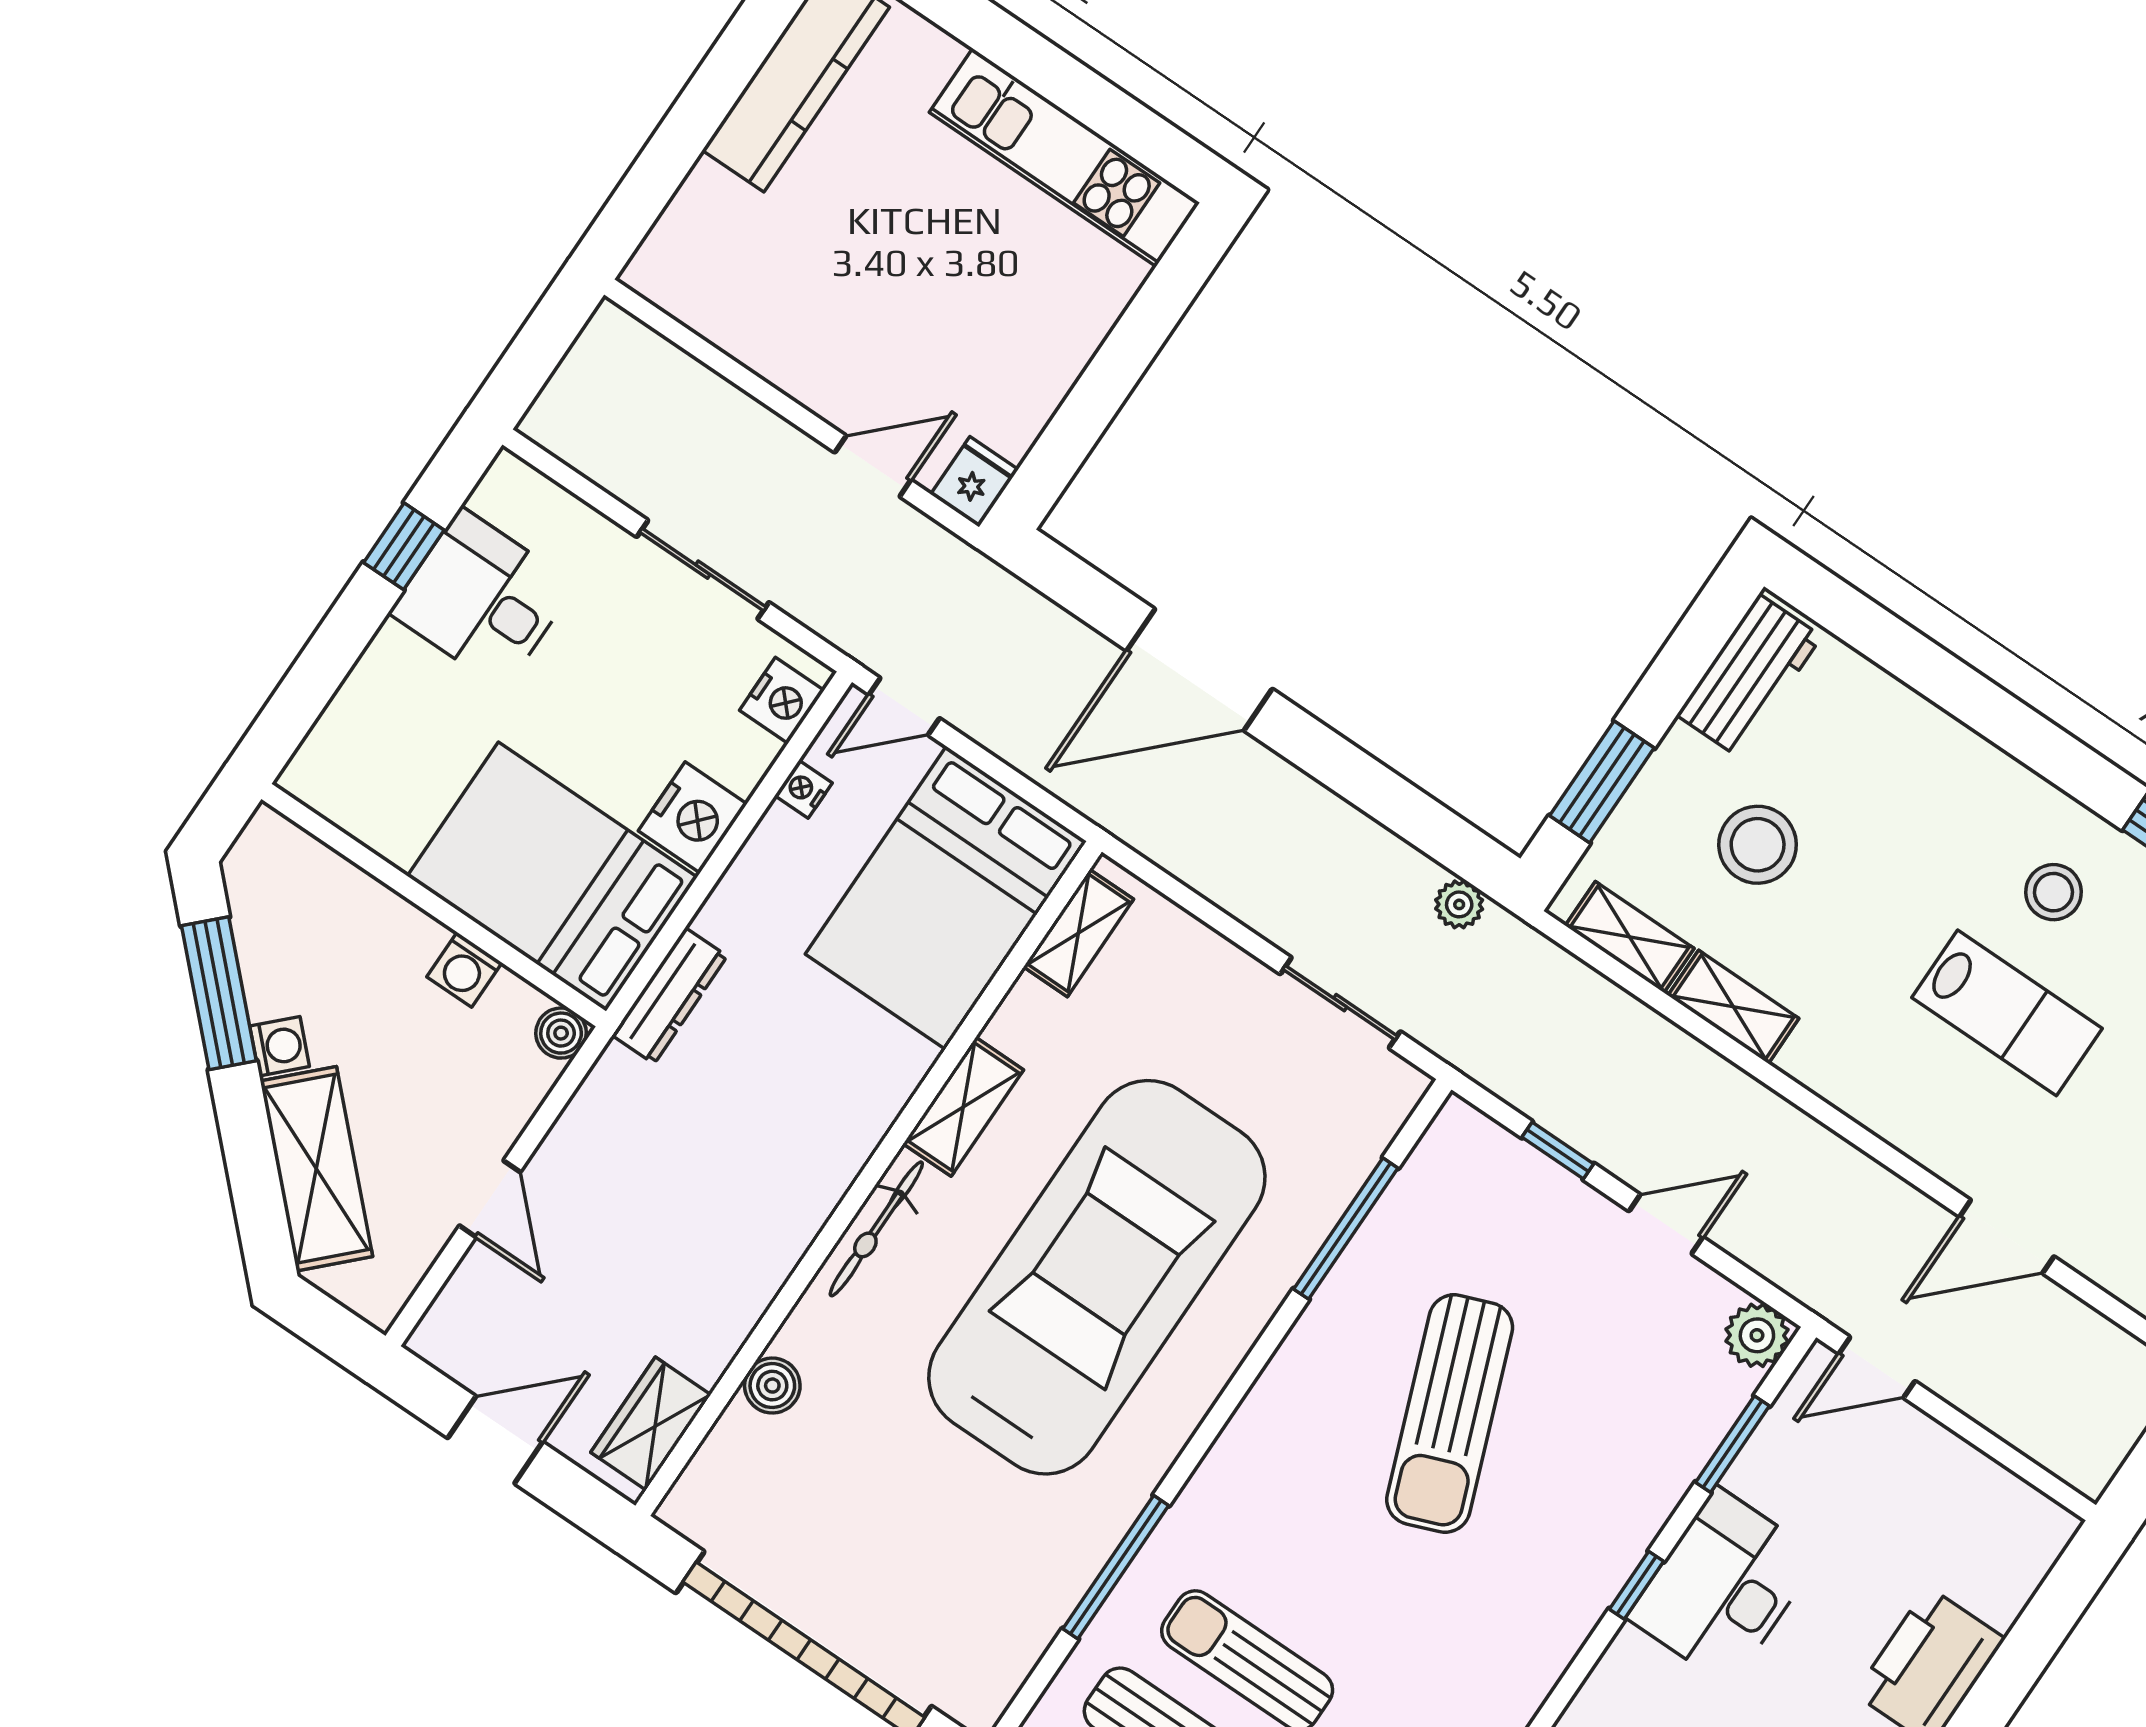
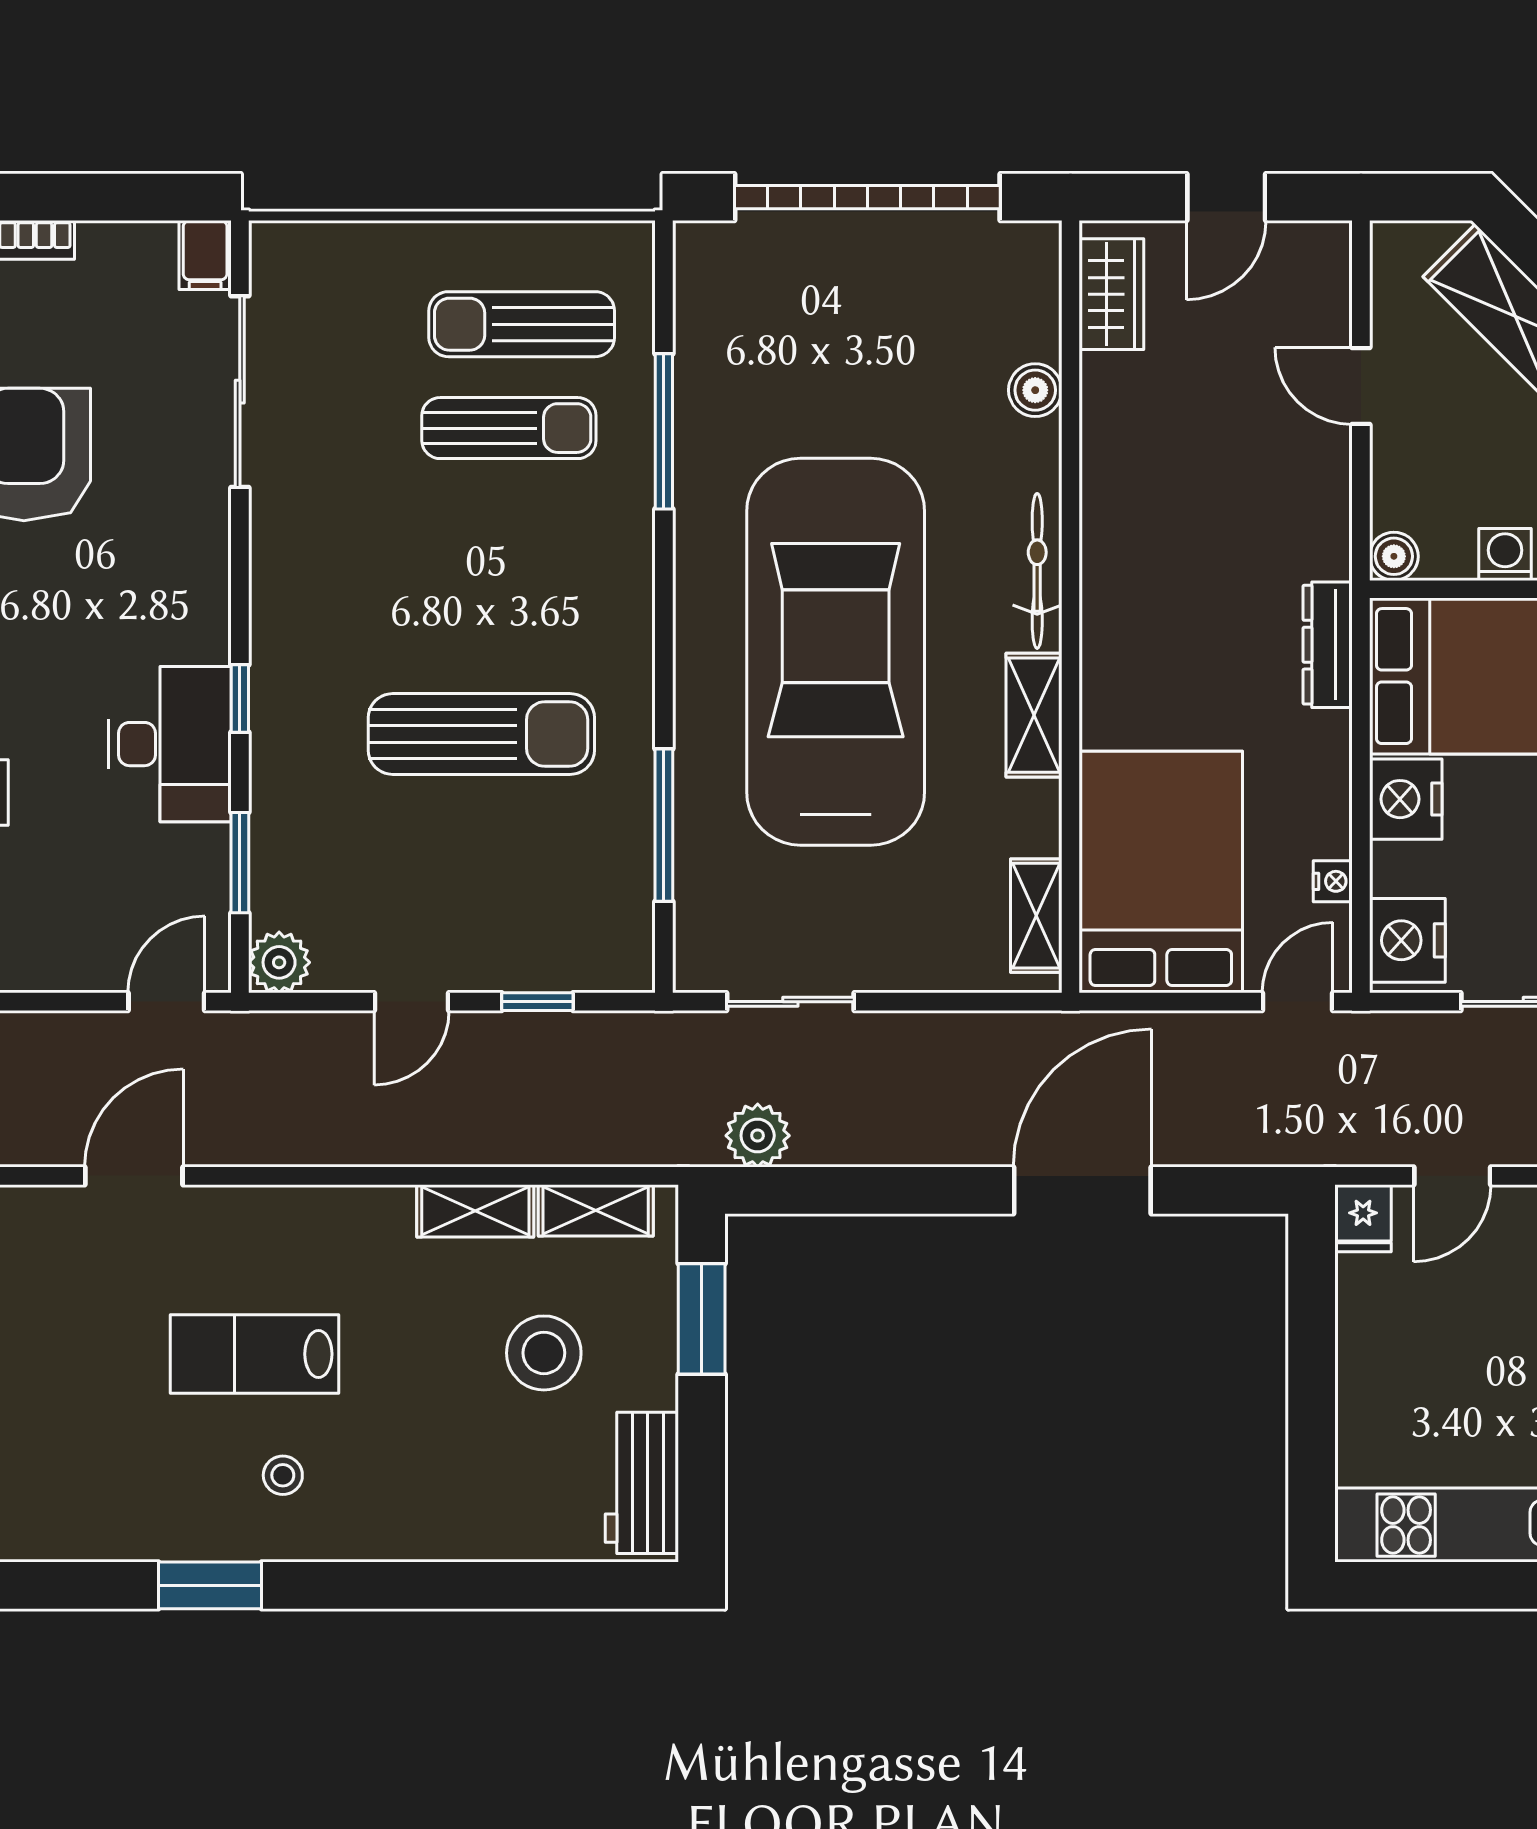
nightstand: (782, 700) -> (1407, 940), width x1.36, depth x1.33
stool: (2053, 892) -> (283, 1475), width x0.73, depth x0.73
plant: (1459, 904) -> (758, 1136), width x1.38, depth x1.38
car: (1097, 1277) -> (836, 652), turned 180
sun lounger: (1450, 1414) -> (481, 734), turned 111

